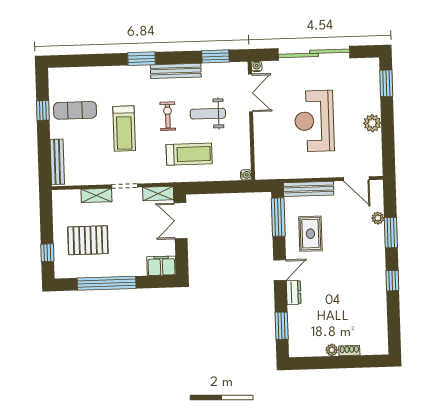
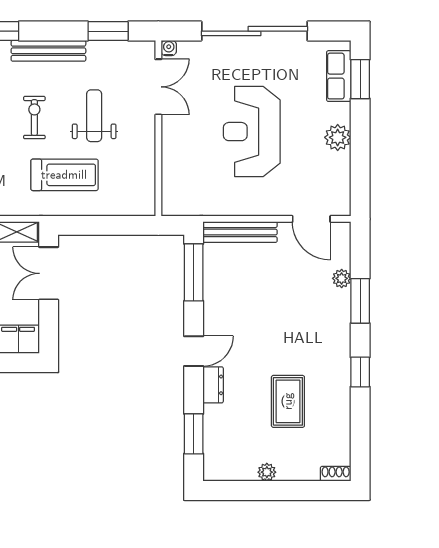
row of seats: (372, 82) -> (339, 76), added
weight bench: (208, 114) -> (94, 116), turned 90
water cooler: (246, 175) -> (148, 208), removed
rug: (310, 234) -> (288, 401), moved
shoe rack: (349, 351) -> (336, 474), moved

